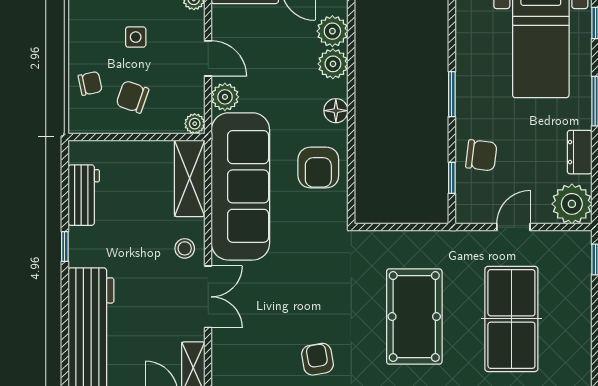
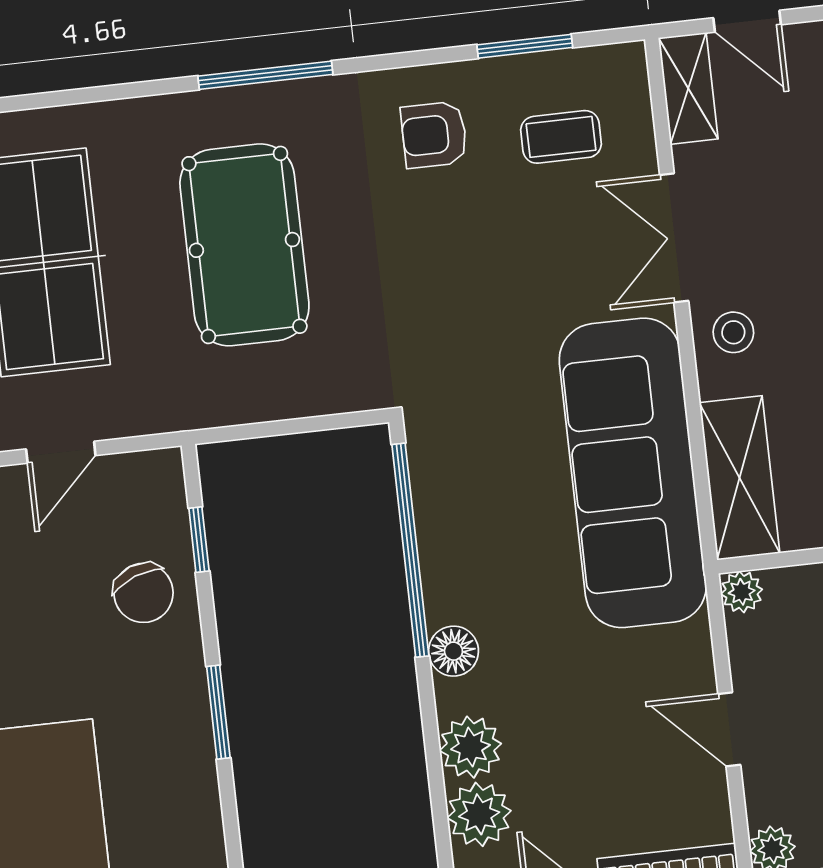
plant: (225, 97) -> (685, 654), removed
chair: (481, 155) -> (143, 593), turned -118
window: (351, 161) -> (410, 550), added
armchair: (318, 168) -> (477, 530), removed
coffee table: (257, 351) -> (561, 137), added
armchair: (317, 359) -> (434, 135), turned 100

